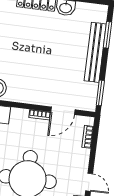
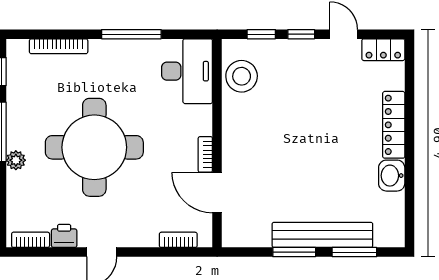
window: (100, 93) -> (294, 252), moved

